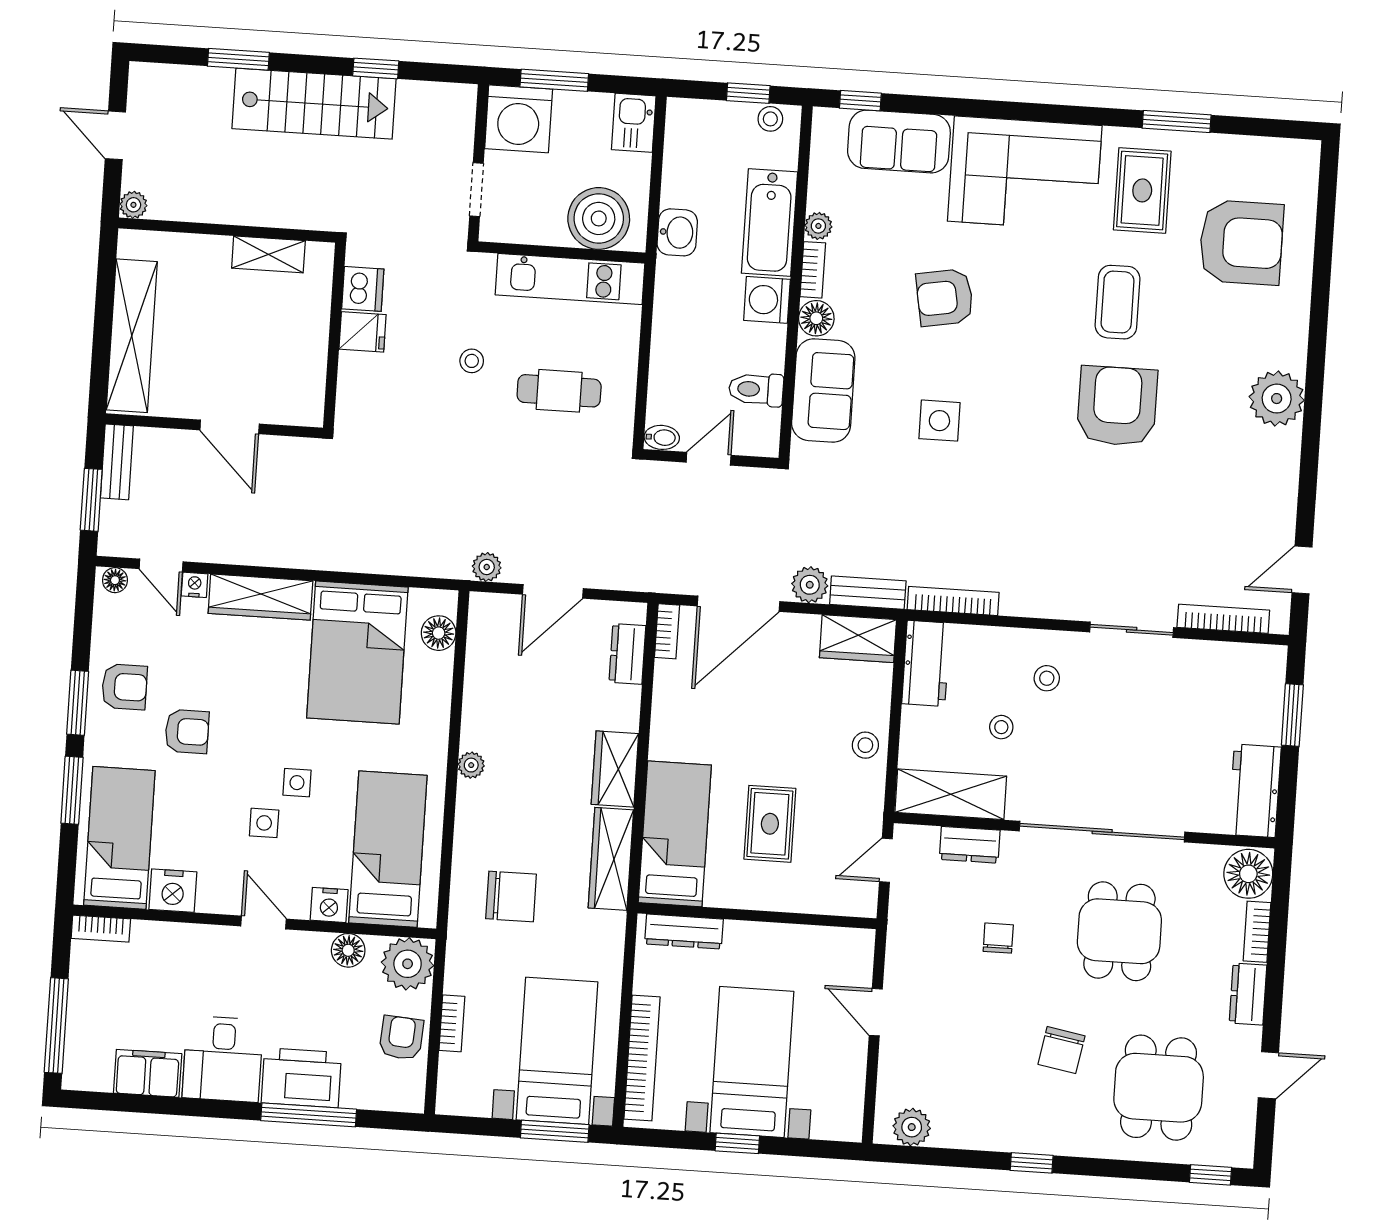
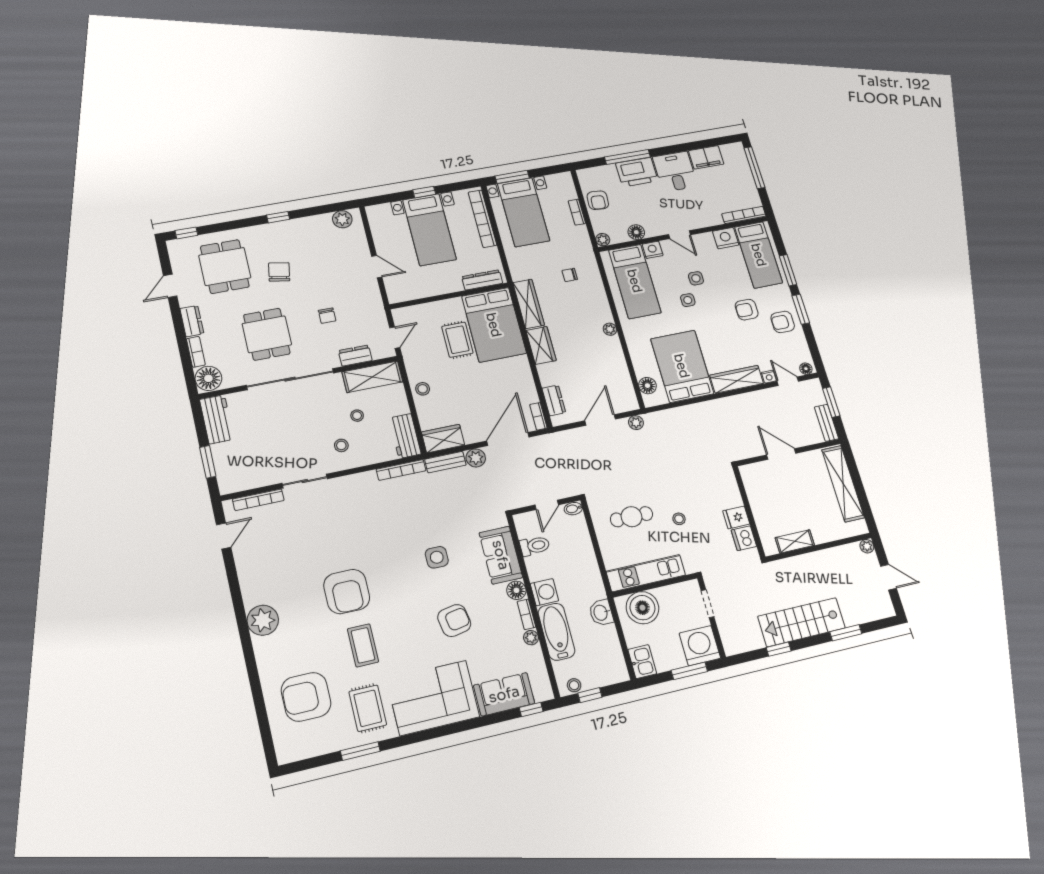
bed: (675, 834) -> (494, 325), width x1.50
chair: (511, 896) -> (570, 275), width x0.54, depth x0.54
bookcase: (101, 929) -> (744, 215), width x1.56
plant: (408, 964) -> (603, 240), width x0.53, depth x0.53

